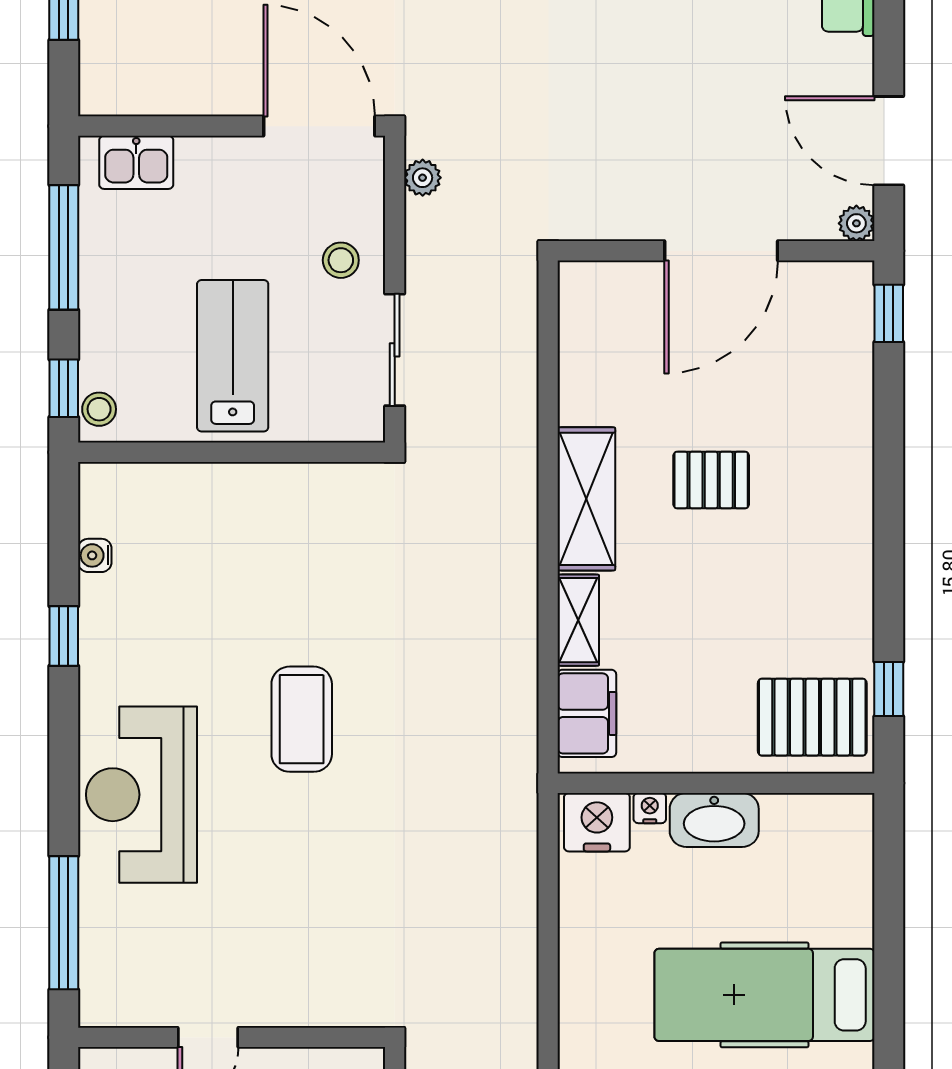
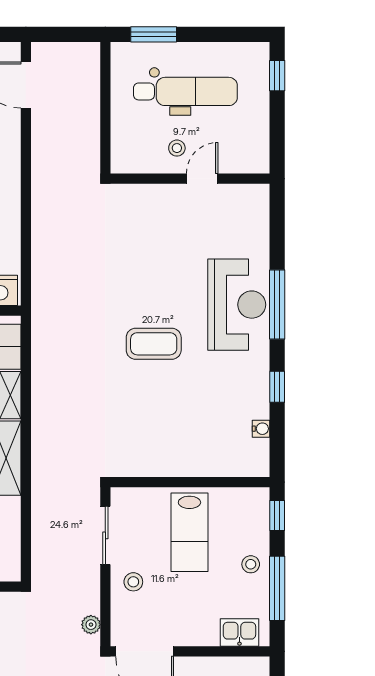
stool: (99, 409) -> (251, 564), moved
coffee table: (302, 719) -> (154, 344), turned 90
window: (64, 923) -> (277, 305), moved

